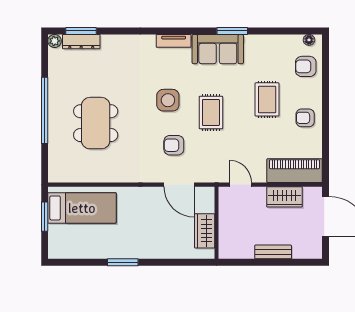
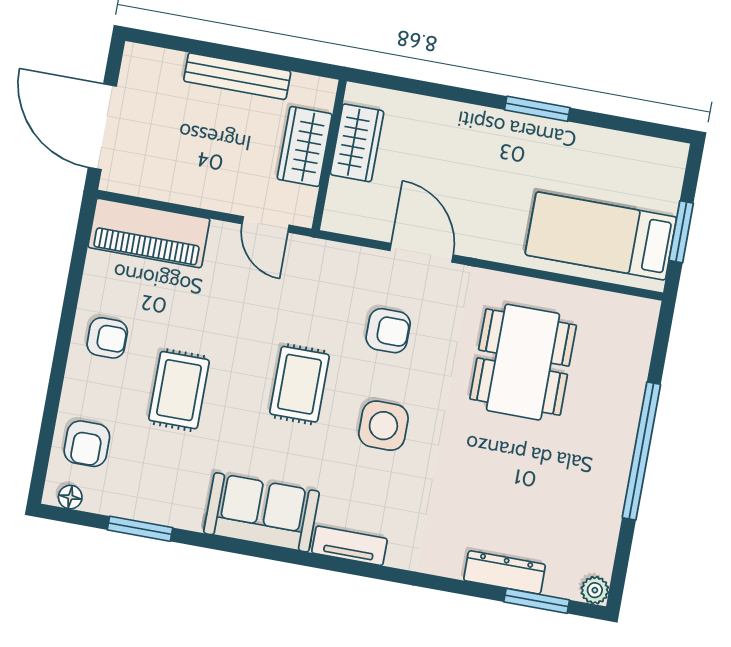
window: (232, 31) -> (140, 529), moved
dresser: (81, 42) -> (504, 572), moved
armchair: (306, 66) -> (87, 444), turned 90
dining table: (96, 123) -> (523, 362), moved
door: (179, 185) -> (421, 253), moved
wardrobe: (284, 197) -> (305, 146), moved, turned -90
bench: (273, 252) -> (237, 76), width x1.36

